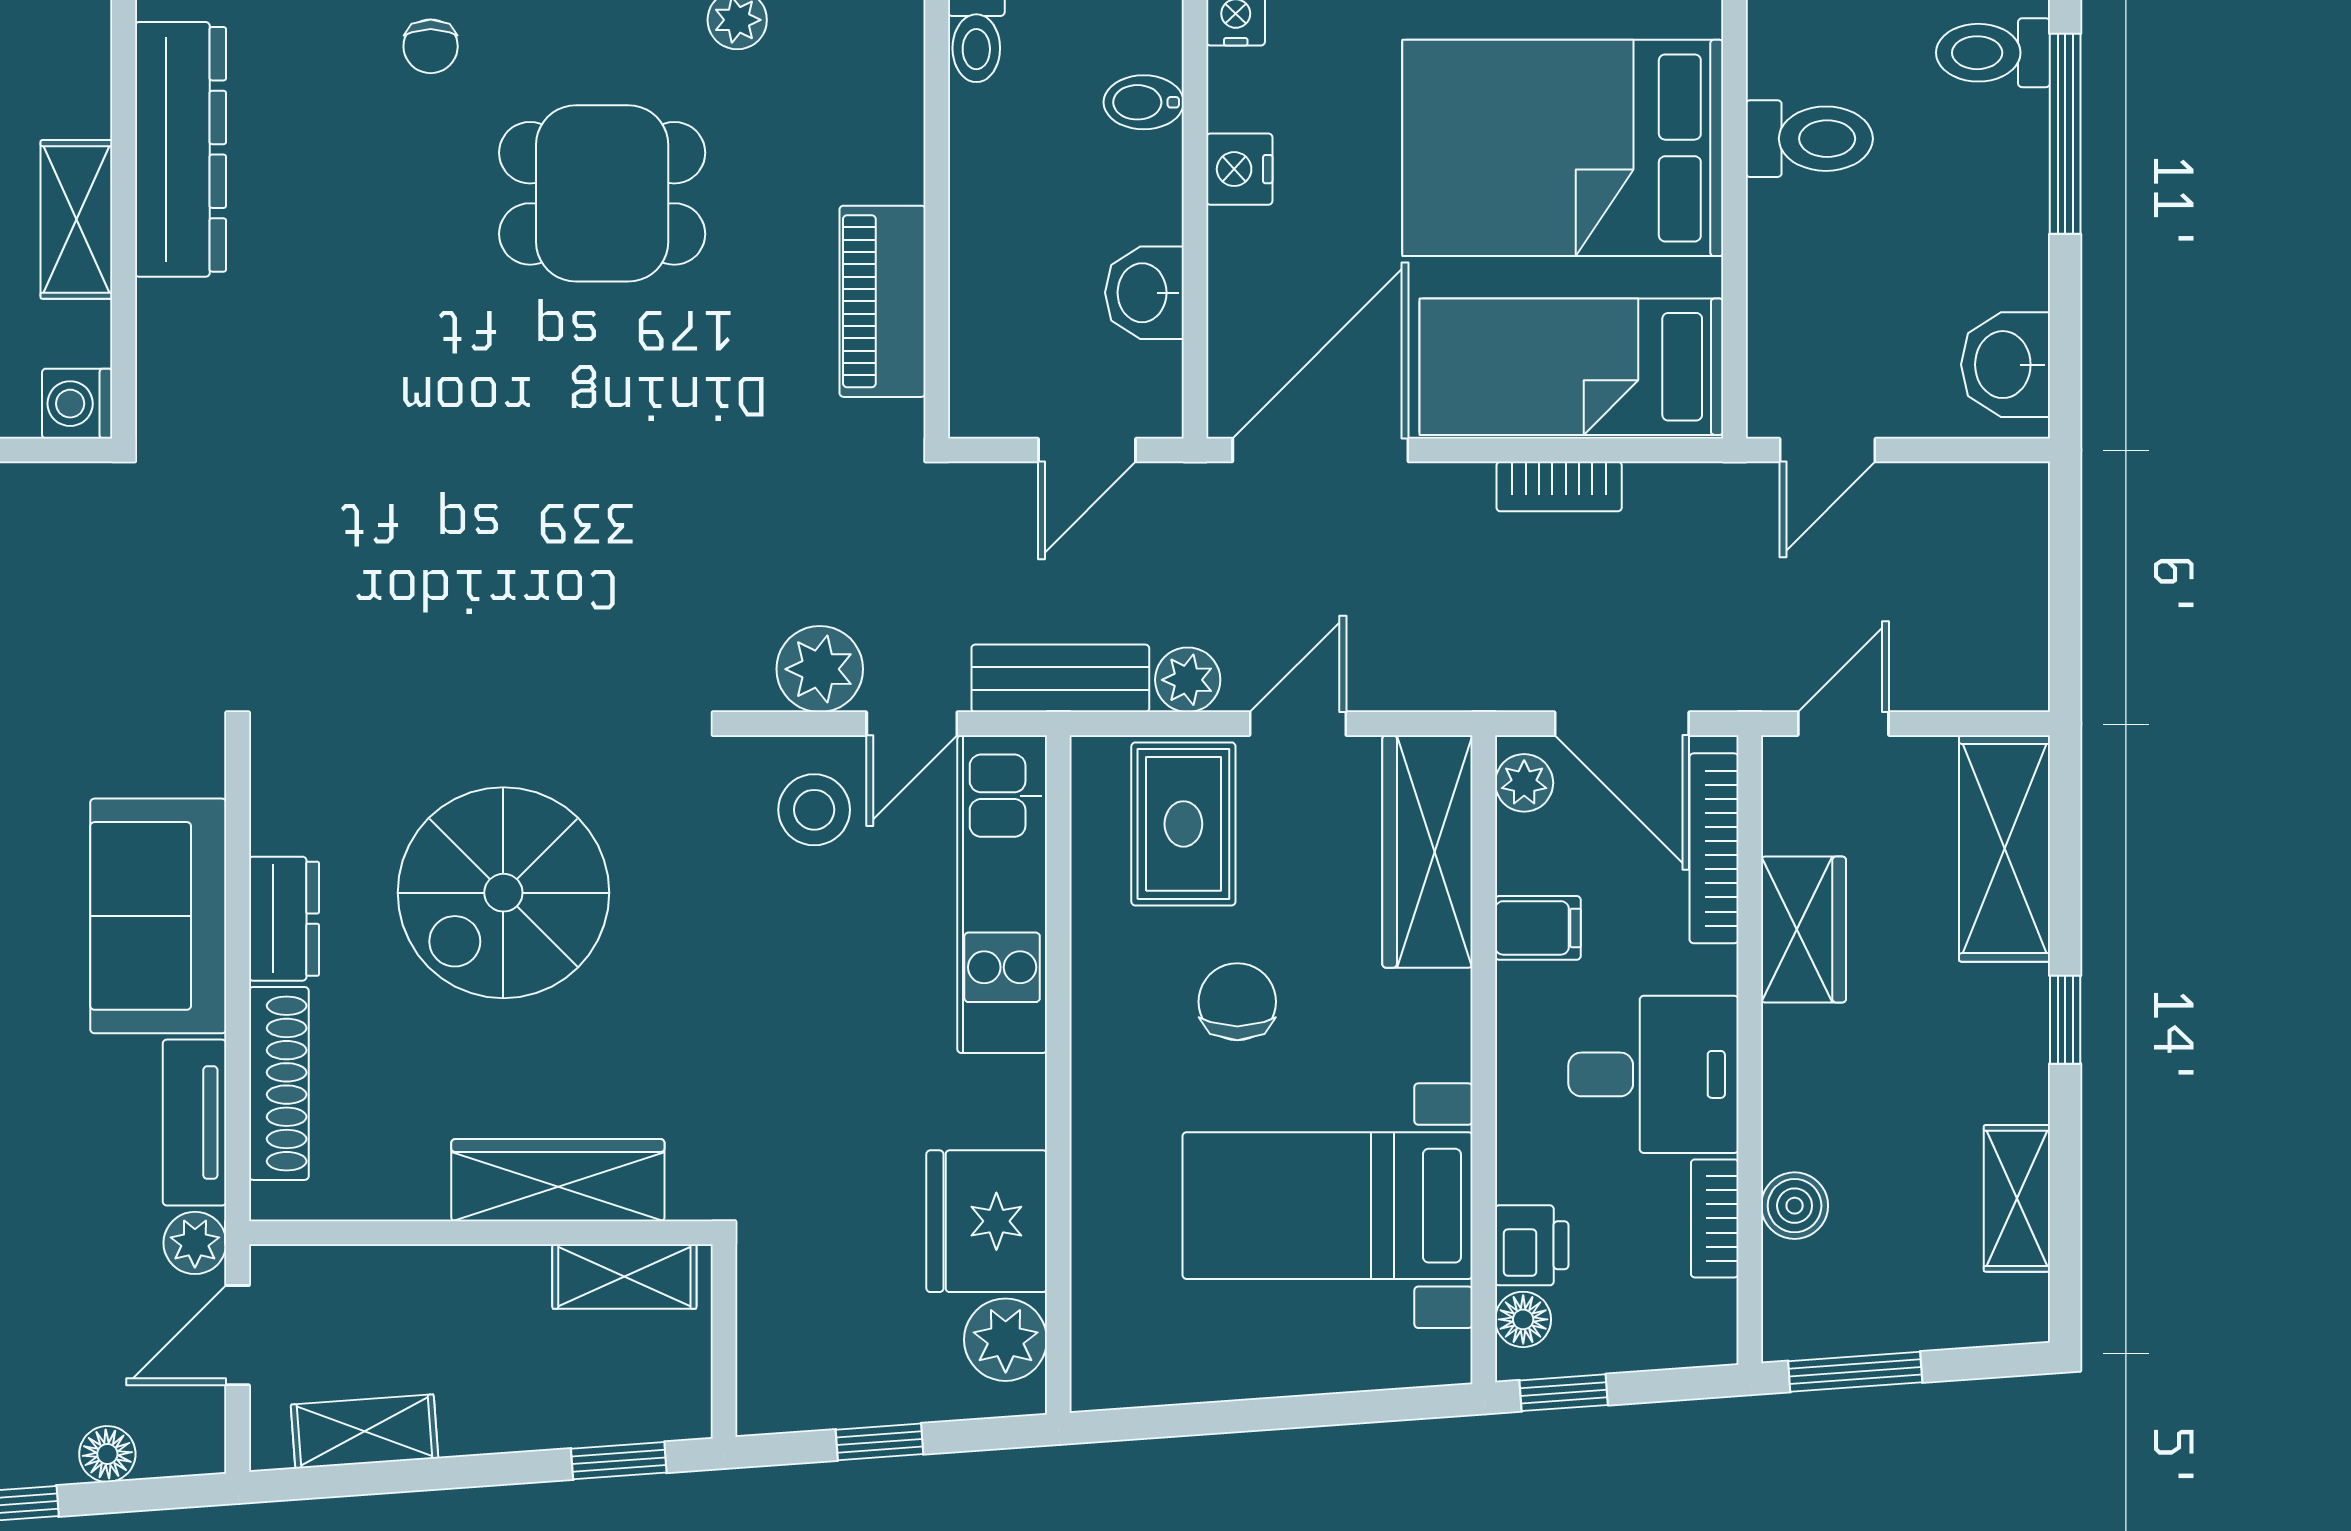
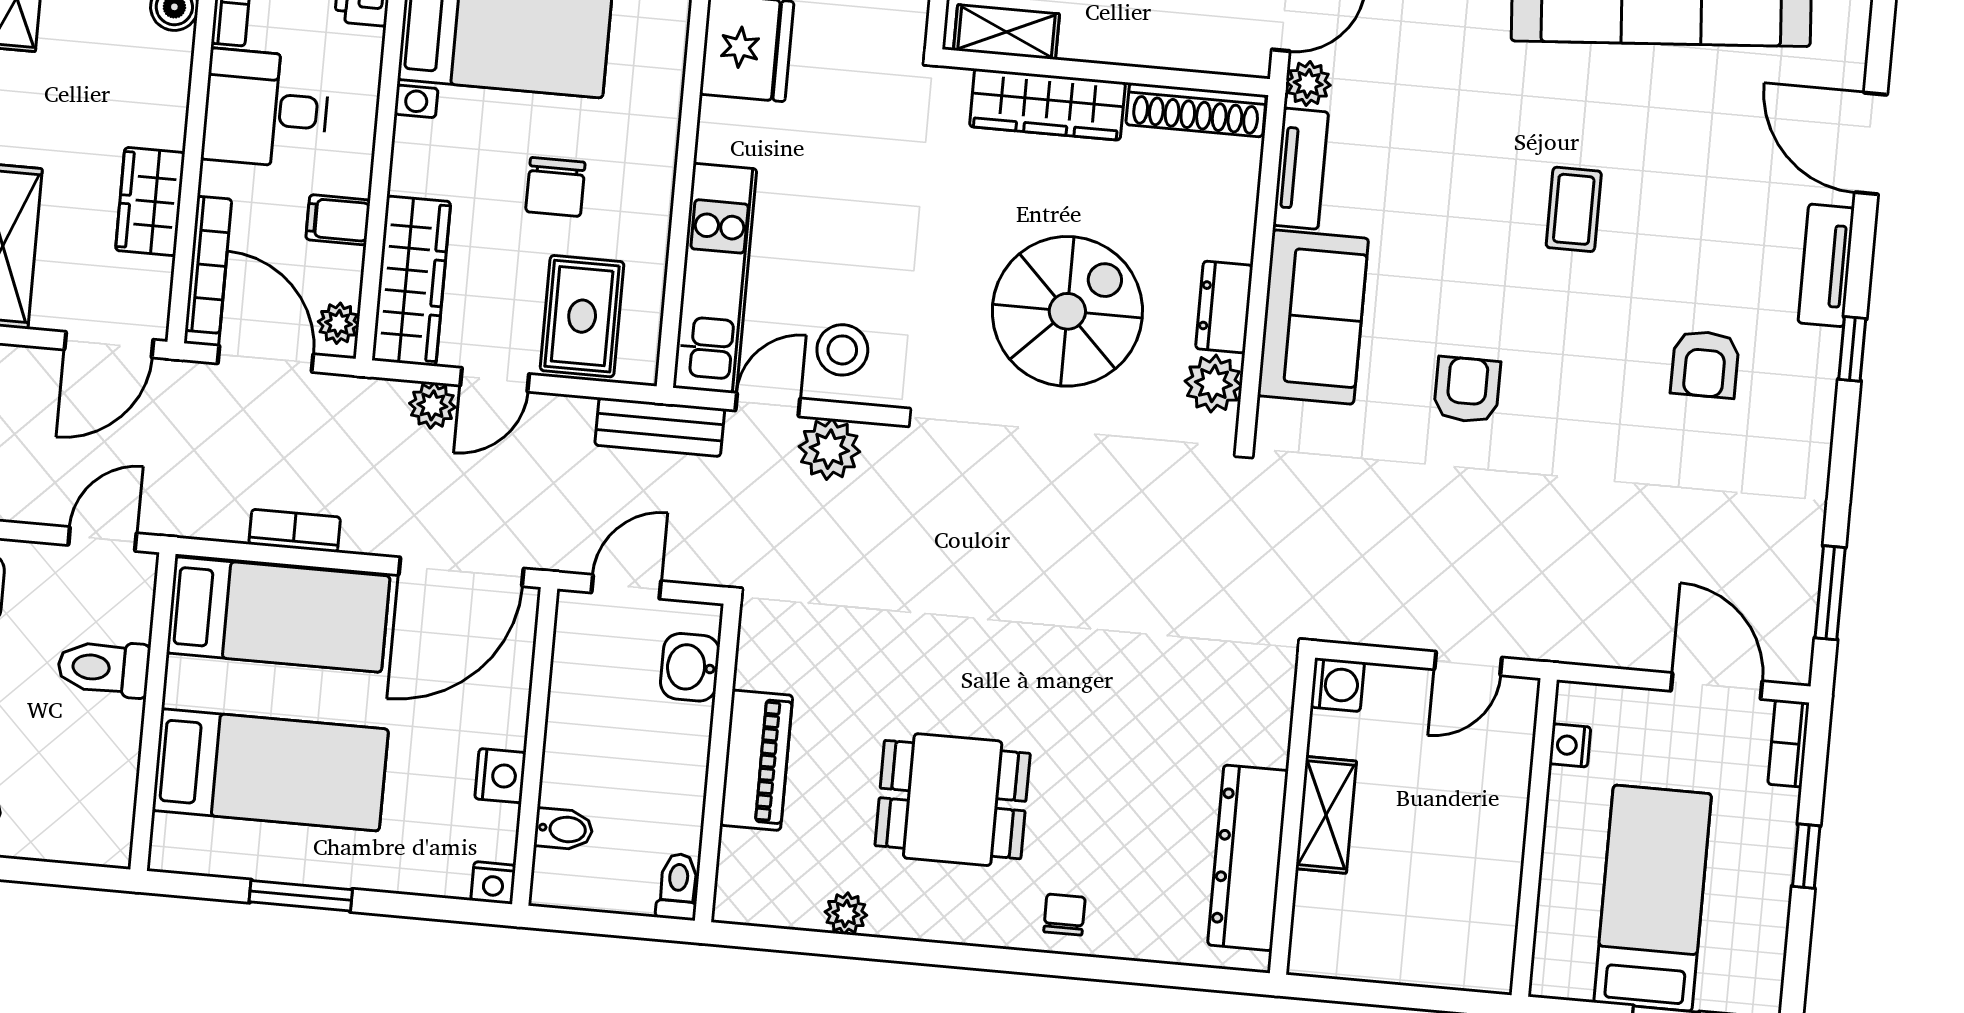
toilet: (1809, 139) -> (104, 668), moved
bed: (1563, 148) -> (270, 770), width x0.67
washbasin: (1144, 293) -> (690, 667), moved, turned 180
piano: (882, 301) -> (756, 760), moved
plant: (1188, 680) -> (432, 405), moved
door: (1843, 724) -> (109, 345), width x1.38
plant: (289, 810) -> (1213, 384), added
shoe rack: (279, 1083) -> (1196, 110), moved, turned -90

